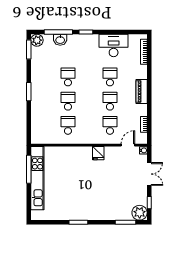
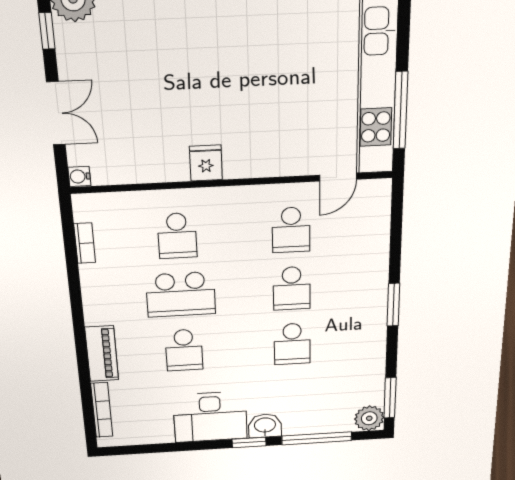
washbasin: (60, 40) -> (265, 426), moved
desk: (114, 45) -> (210, 417), moved
piano: (142, 91) -> (102, 354), moved
school desk: (110, 101) -> (181, 294), width x1.85
door: (128, 145) -> (338, 177), moved
double door: (149, 174) -> (56, 113), swing flipped

